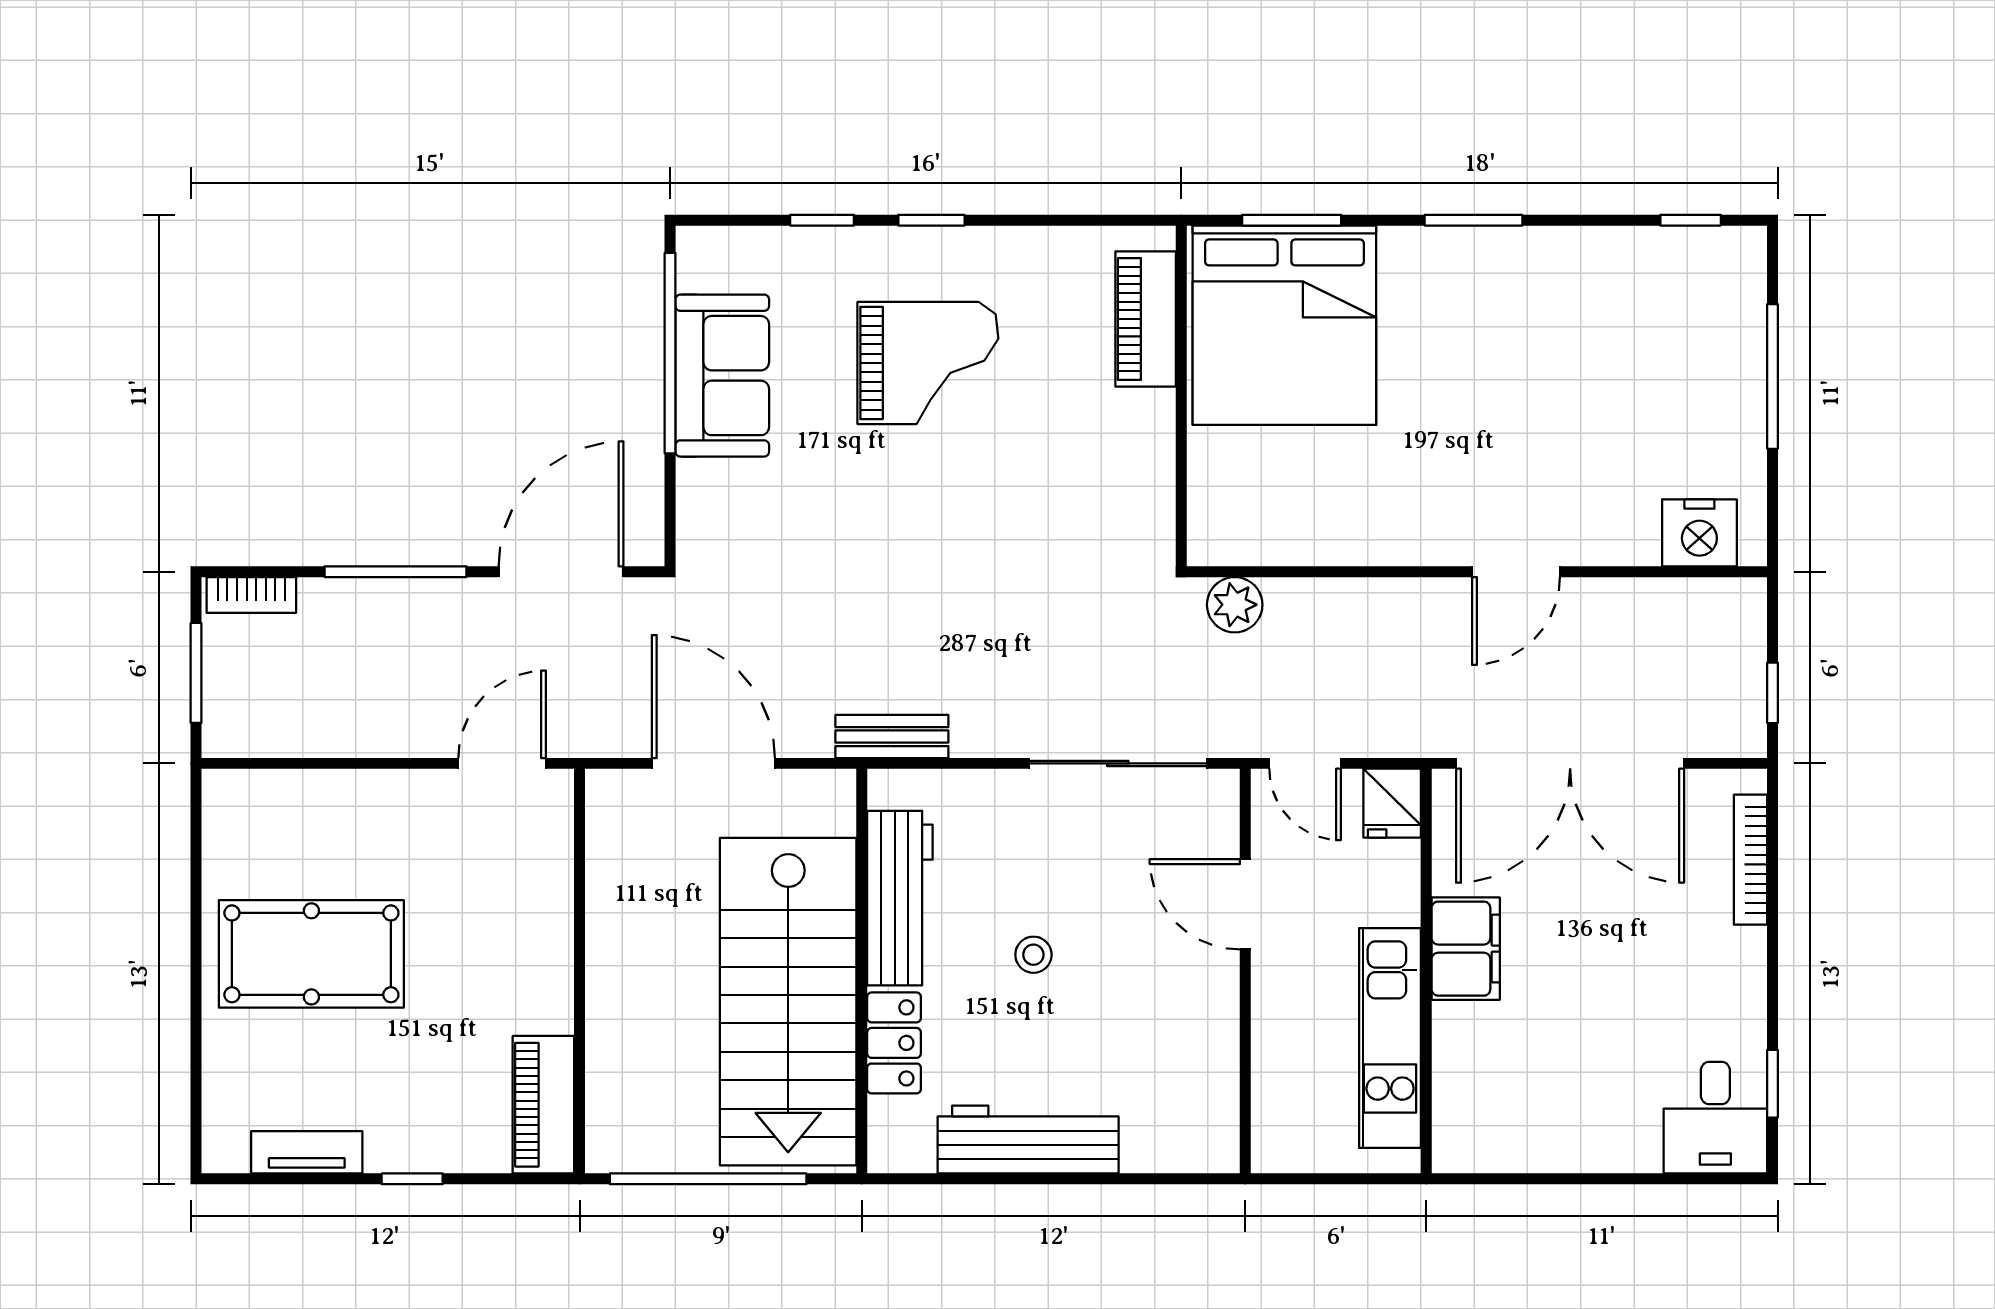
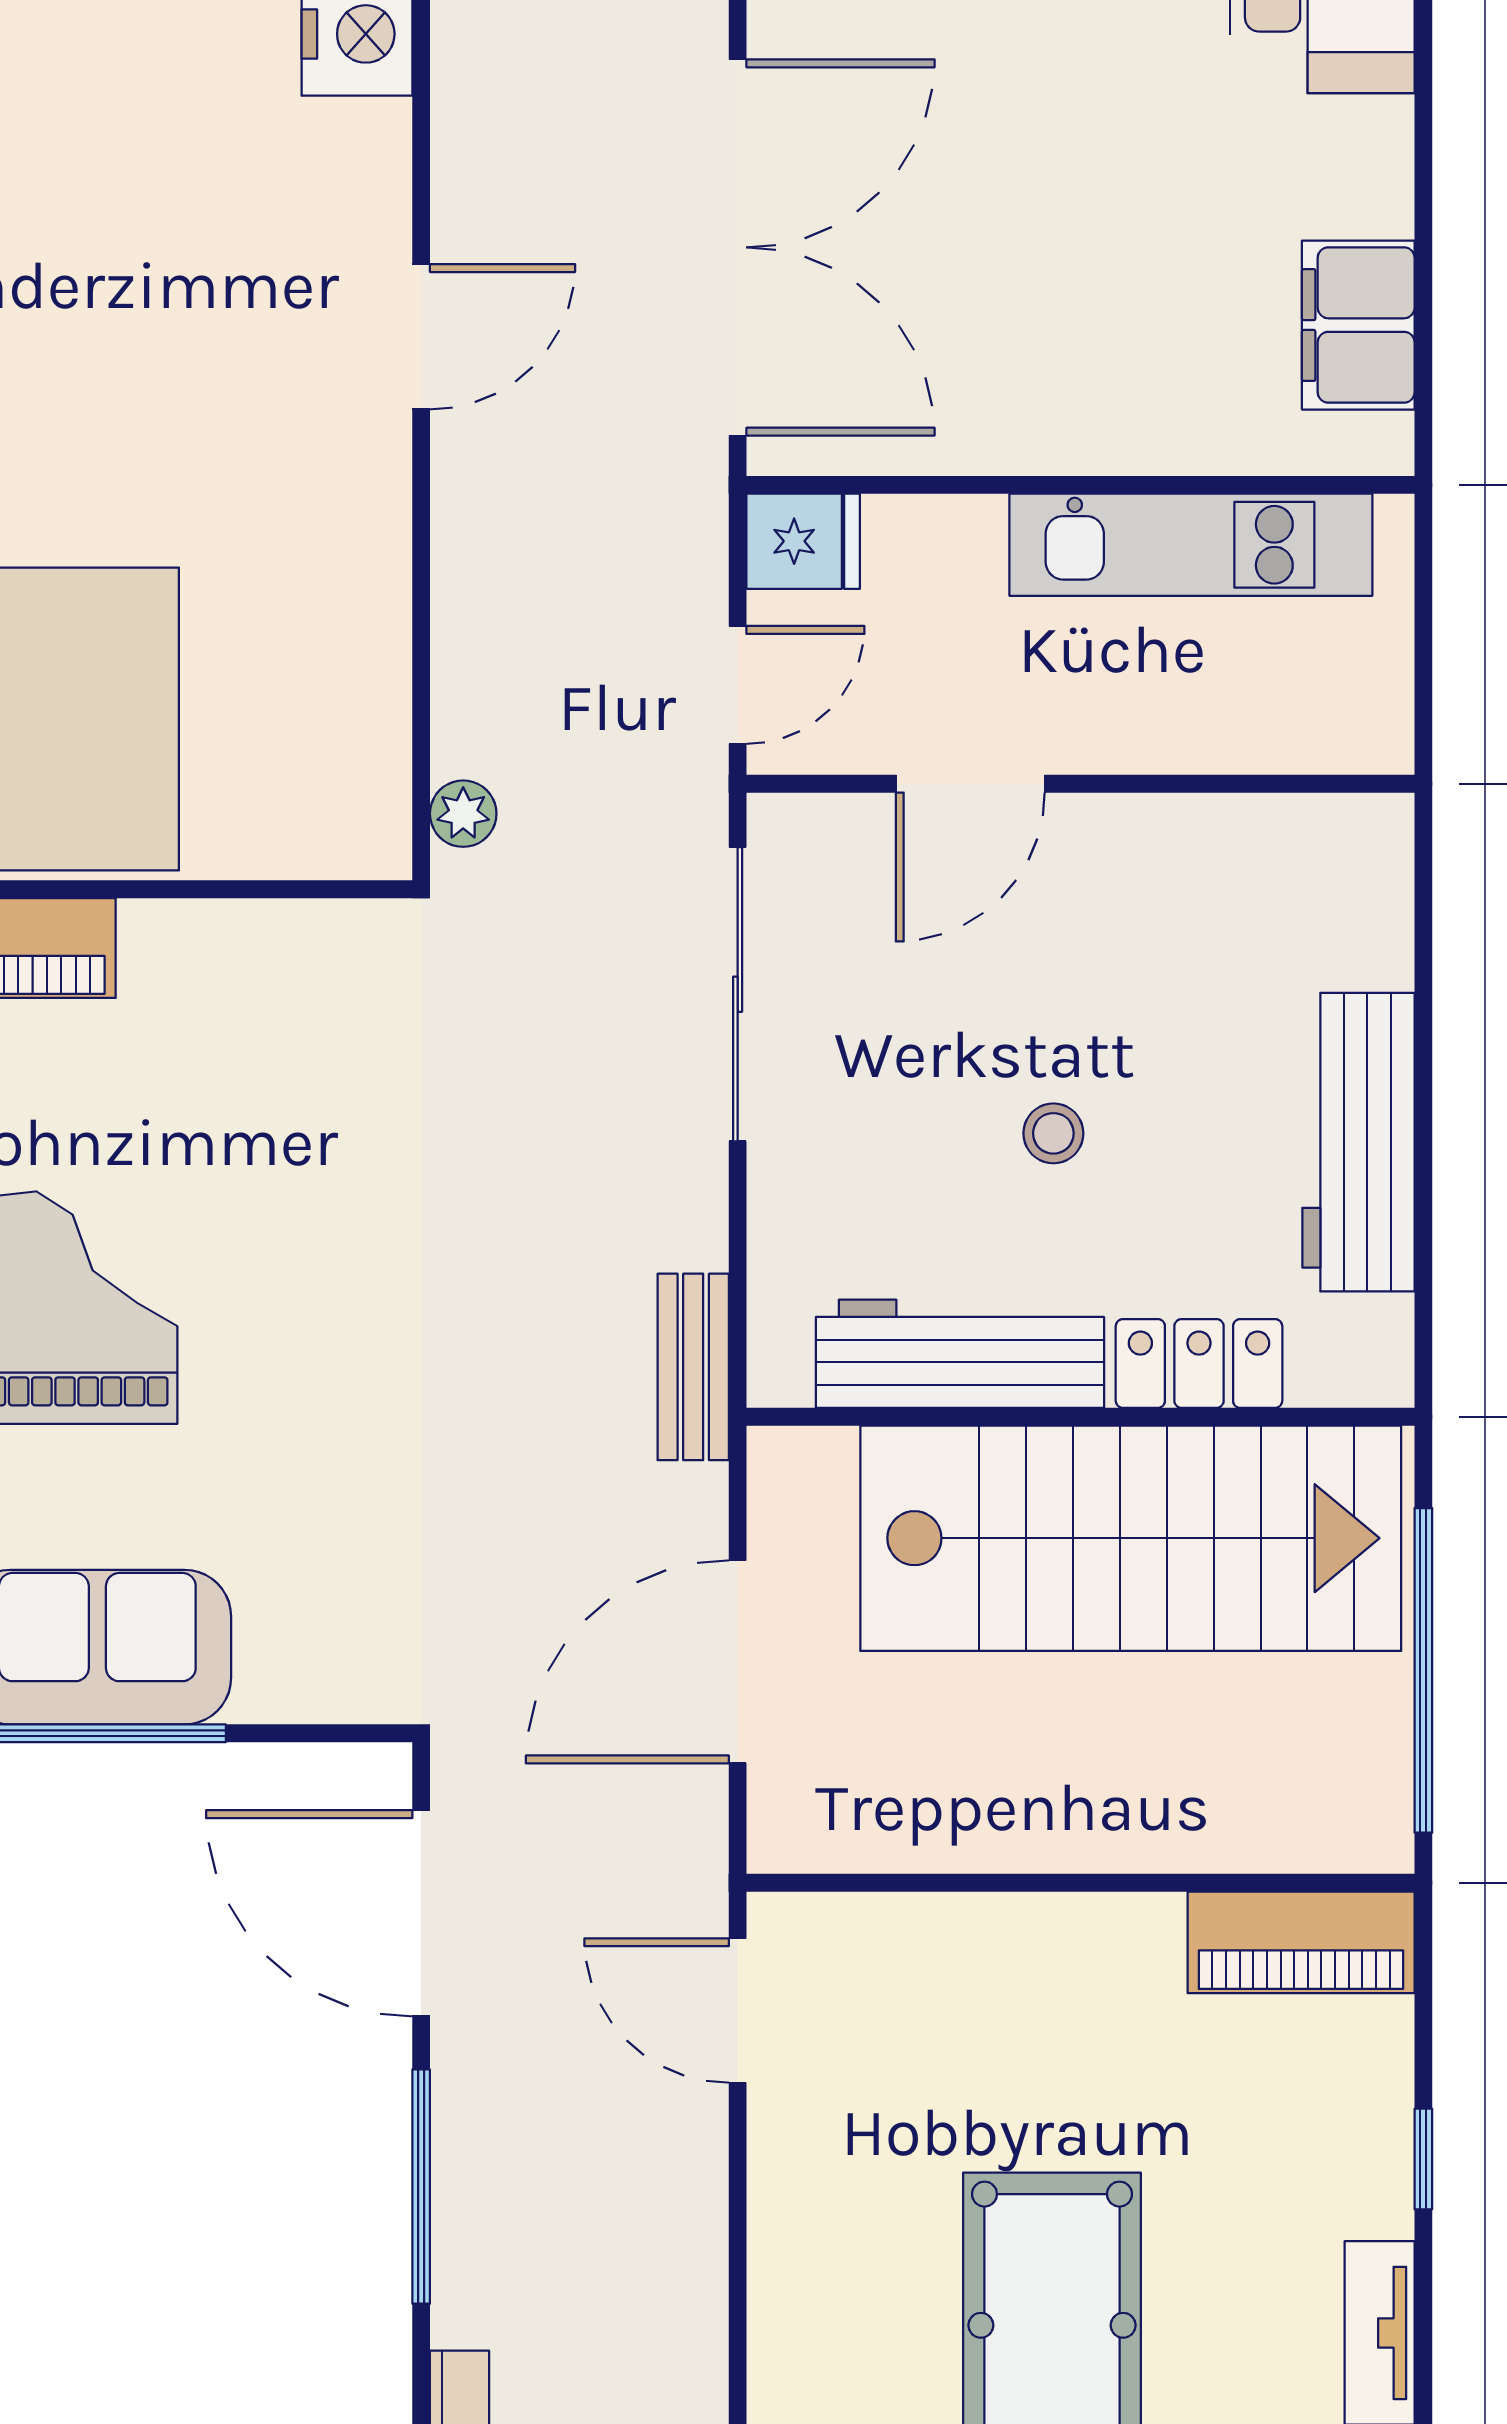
door: (1516, 572) -> (421, 337), hinge flipped
plant: (1235, 605) -> (463, 814), width x0.73, depth x0.73
filing cabinet: (1466, 949) -> (1358, 325), moved, turned -90

